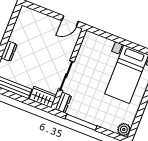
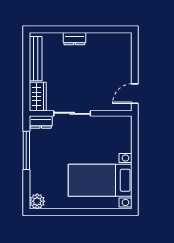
door: (70, 21) -> (135, 94), hinge flipped

